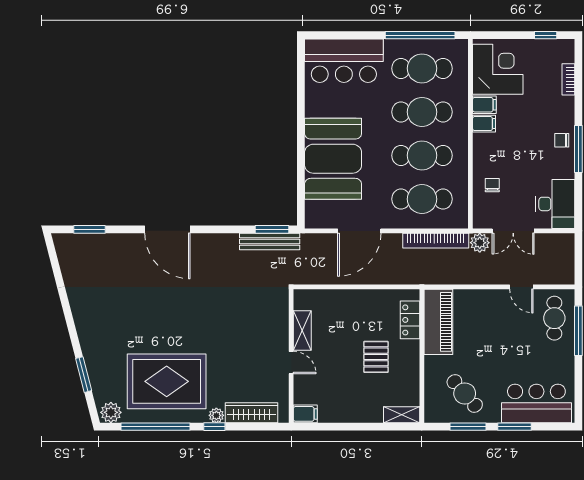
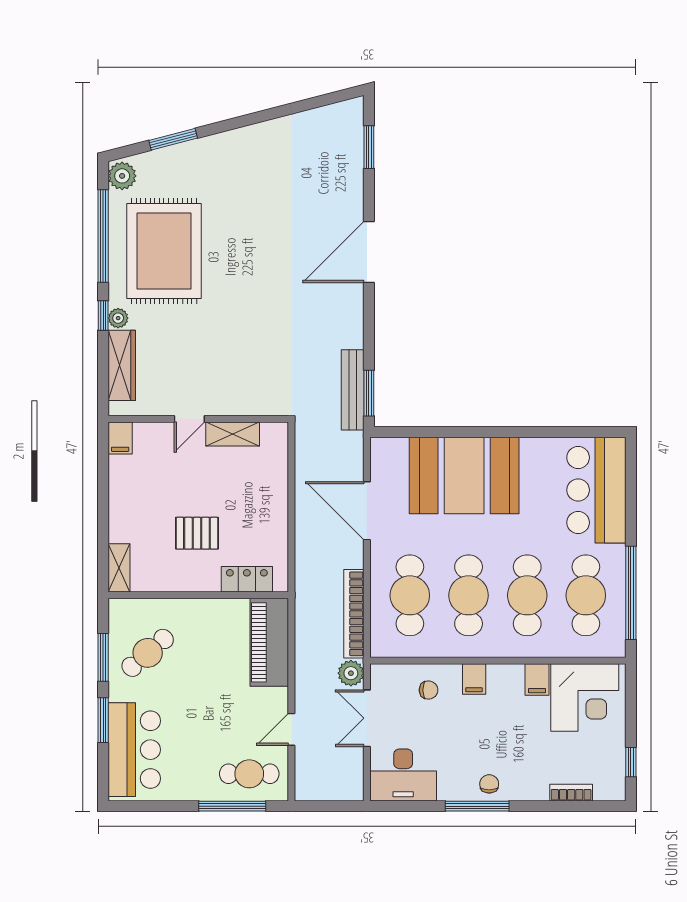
filing cabinet: (484, 124) -> (474, 679), moved
piano: (438, 322) -> (269, 642), moved, turned 90

